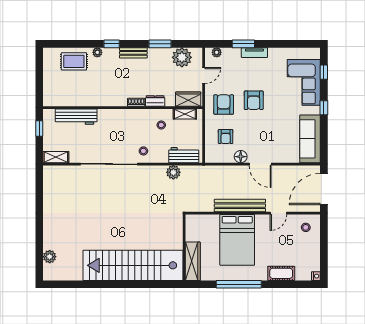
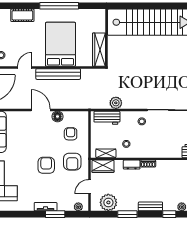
wardrobe: (193, 261) -> (99, 50), moved

